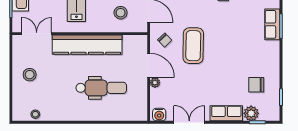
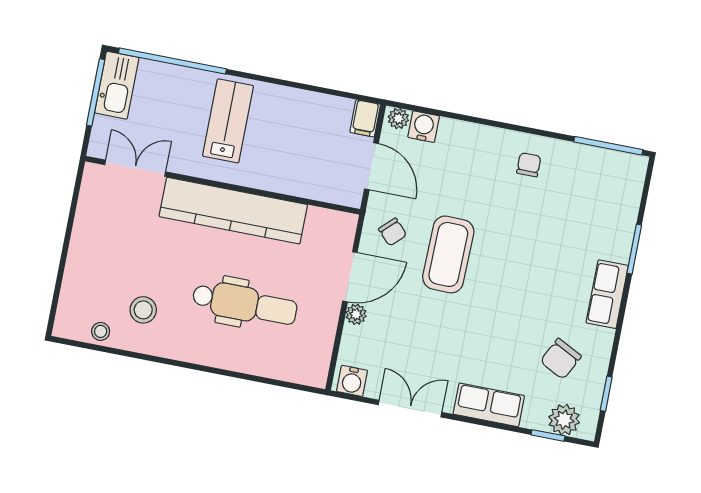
stool: (121, 13) -> (314, 159), removed
row of seats: (272, 24) -> (607, 294), moved
door: (149, 65) -> (350, 277), hinge flipped
stool: (30, 75) -> (143, 310), moved
chair: (256, 85) -> (561, 359), turned -63
plant: (251, 113) -> (564, 420), moved

